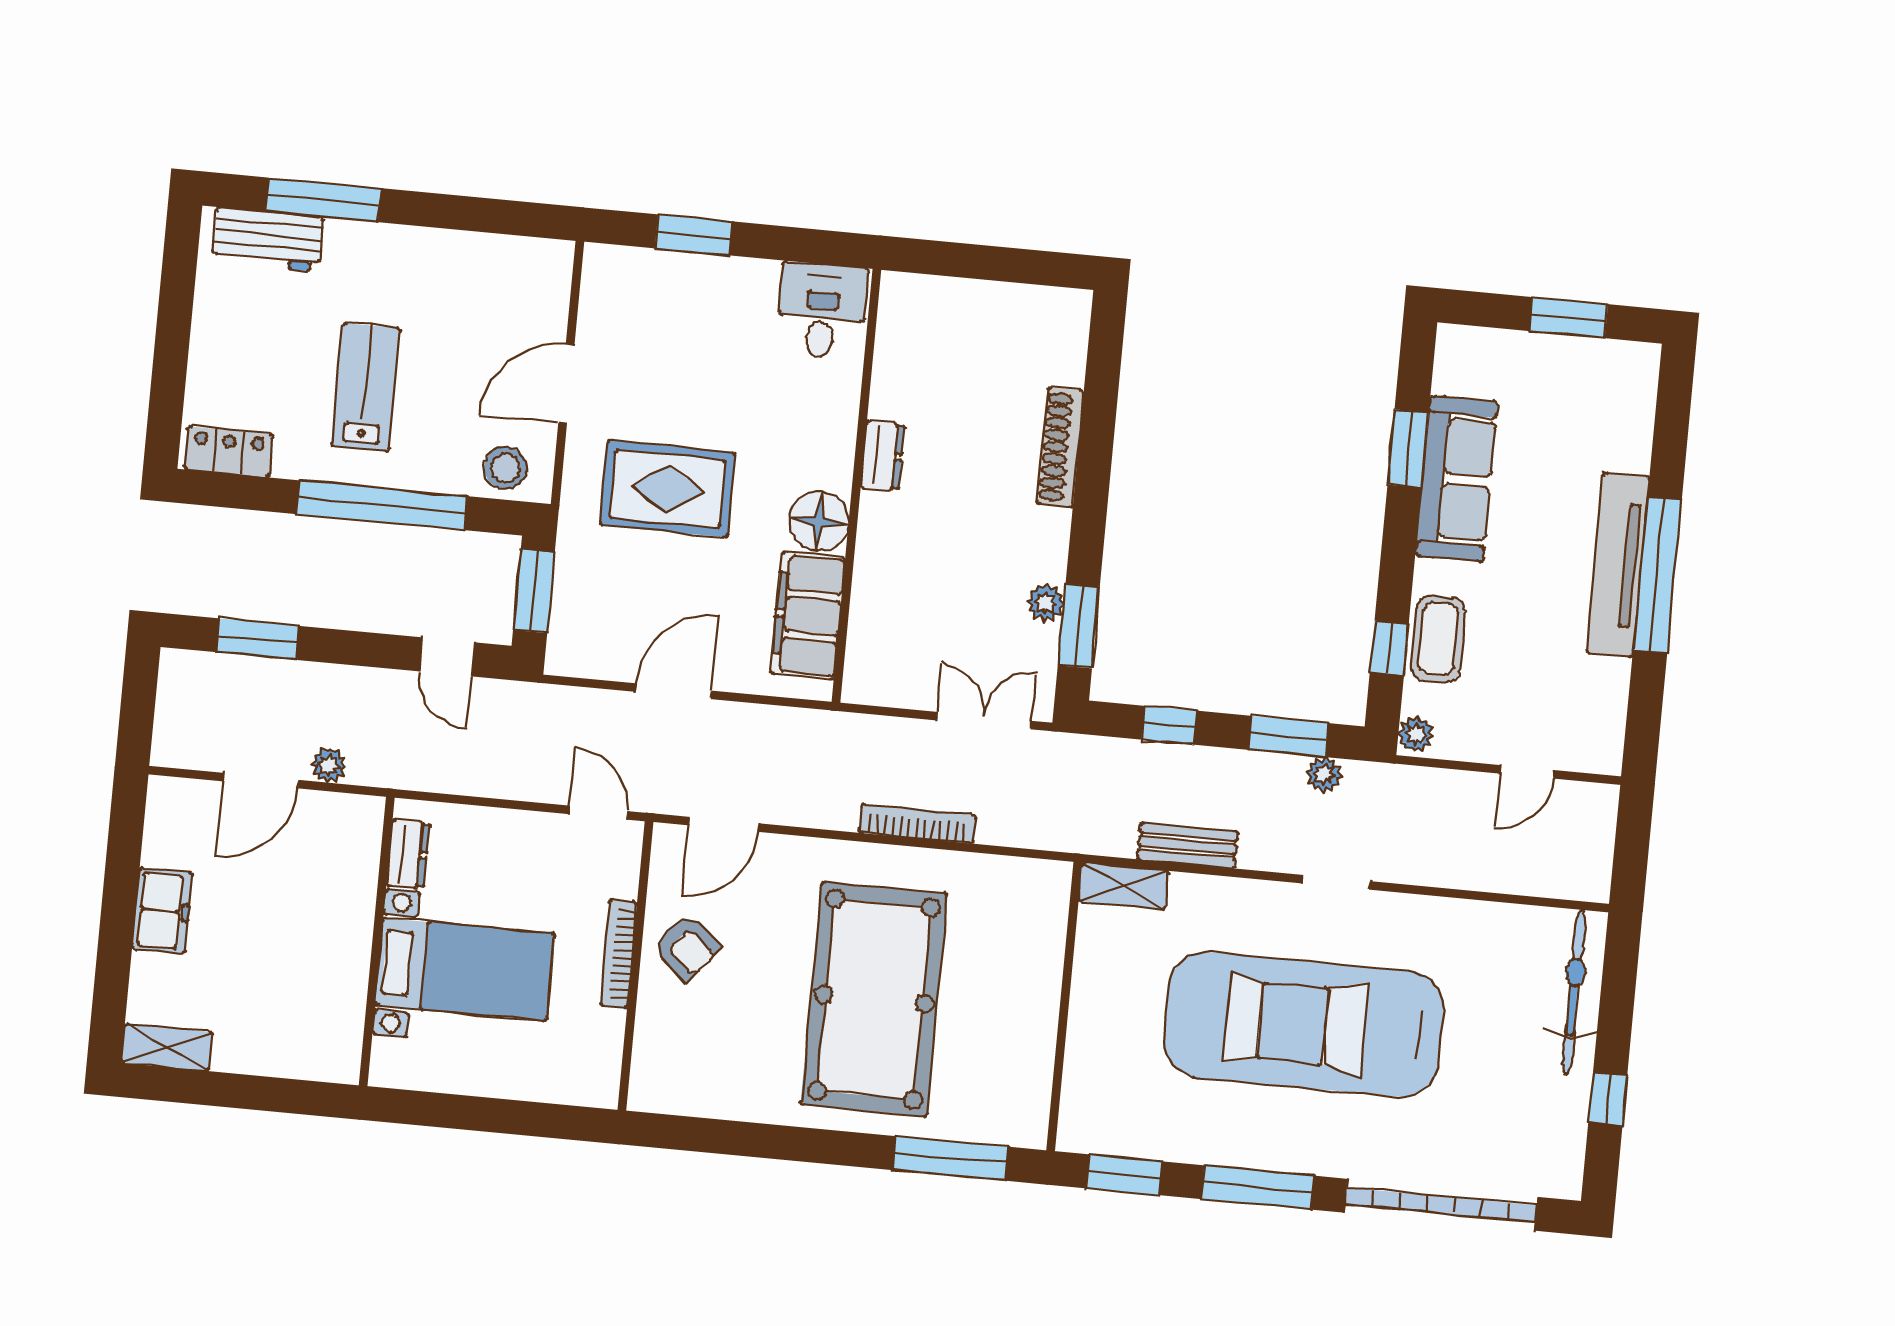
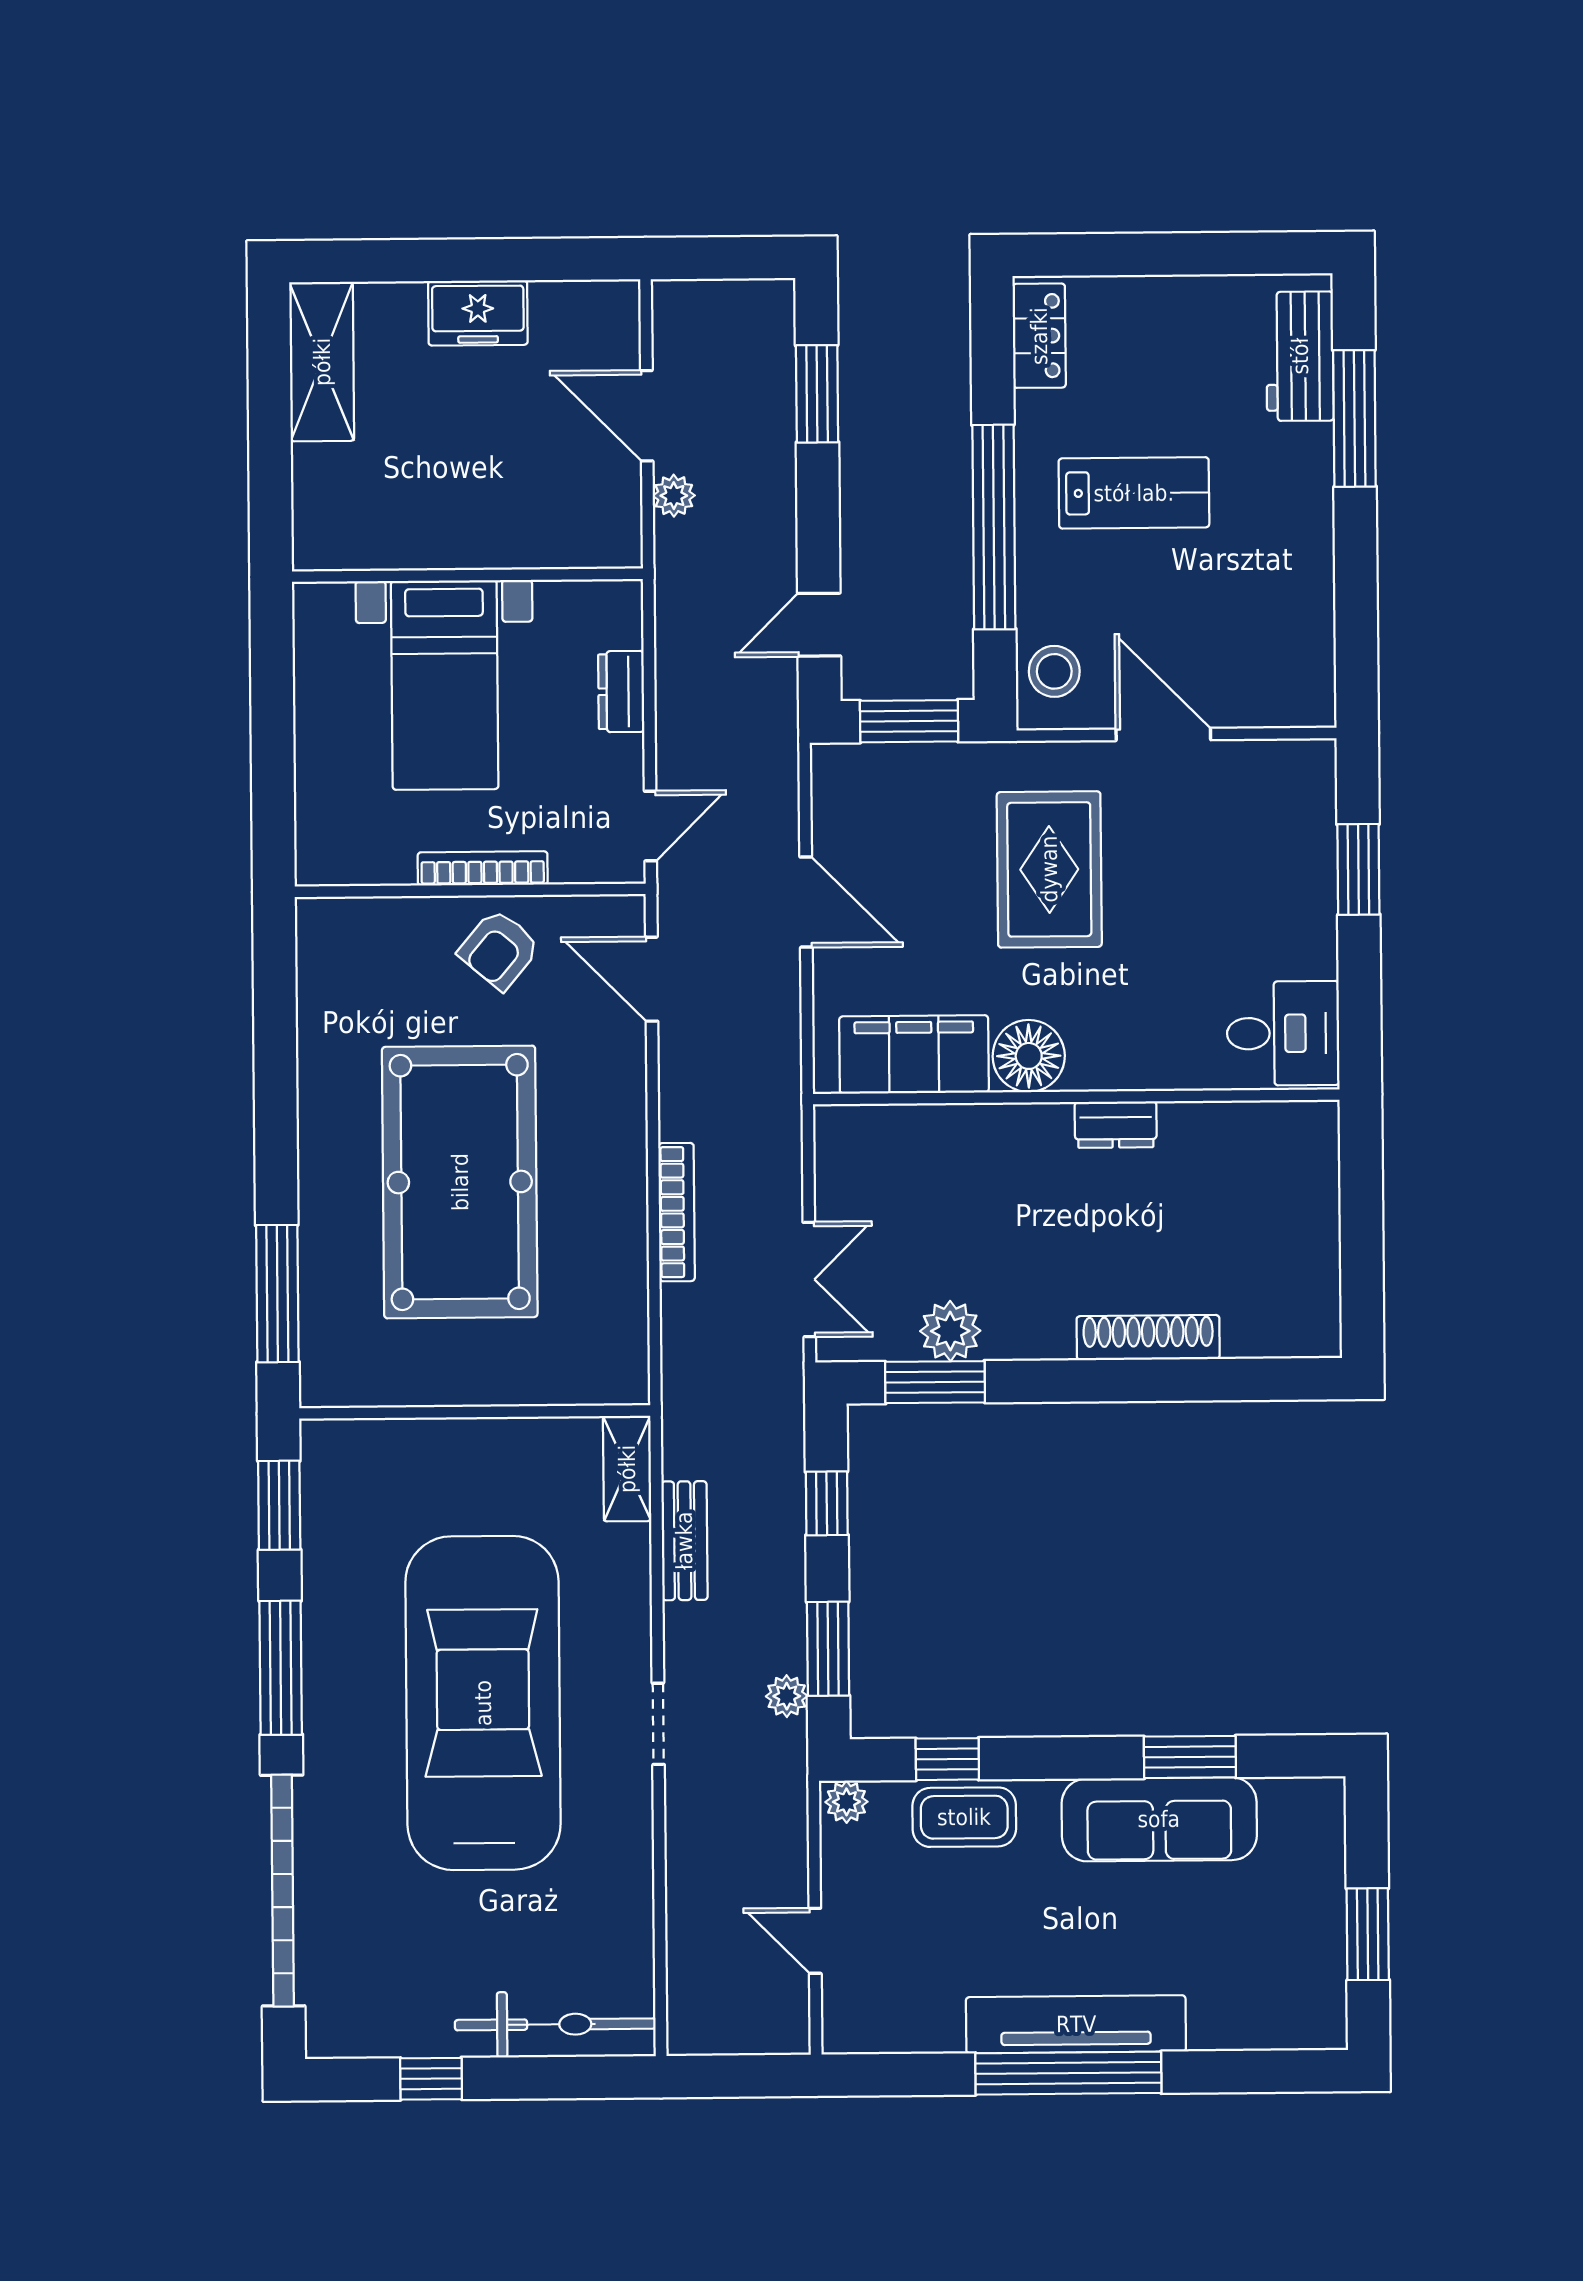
plant: (1045, 603) -> (950, 1331), width x1.38, depth x1.38
dresser: (408, 854) -> (621, 692), moved, turned 90
pool table: (874, 999) -> (460, 1182), turned 90
shelving: (167, 1047) -> (322, 362), width x1.50, depth x1.33

